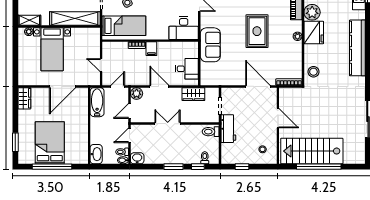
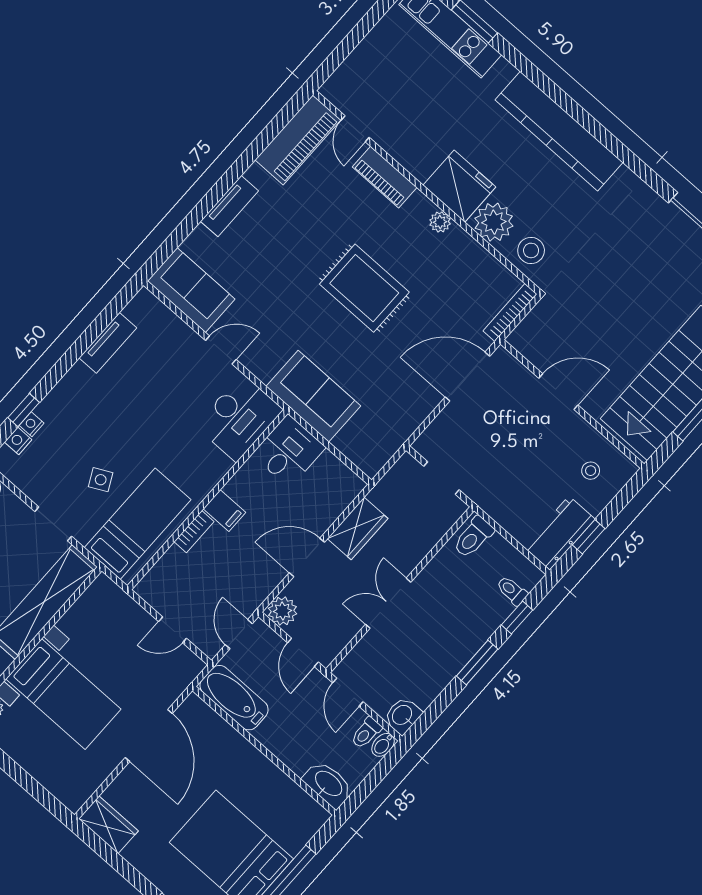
plant: (312, 12) -> (494, 222), moved
desk: (187, 69) -> (289, 451), moved
wardrobe: (193, 94) -> (358, 529), moved
workbench: (228, 129) -> (559, 533), moved, turned -90

